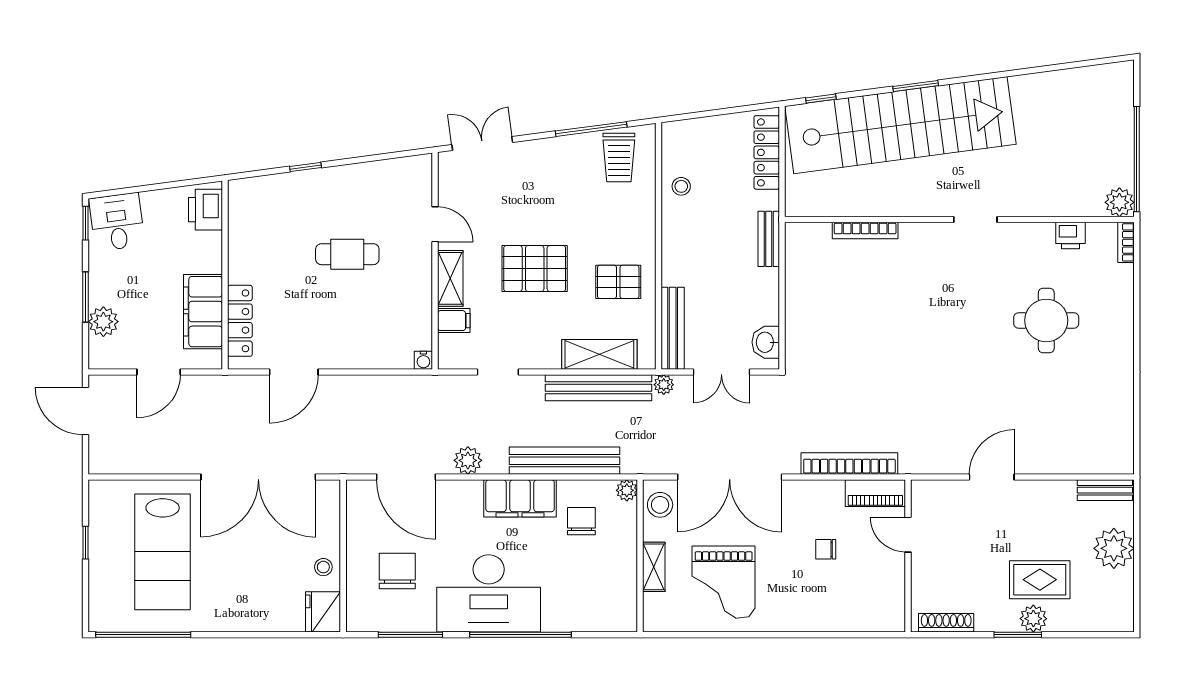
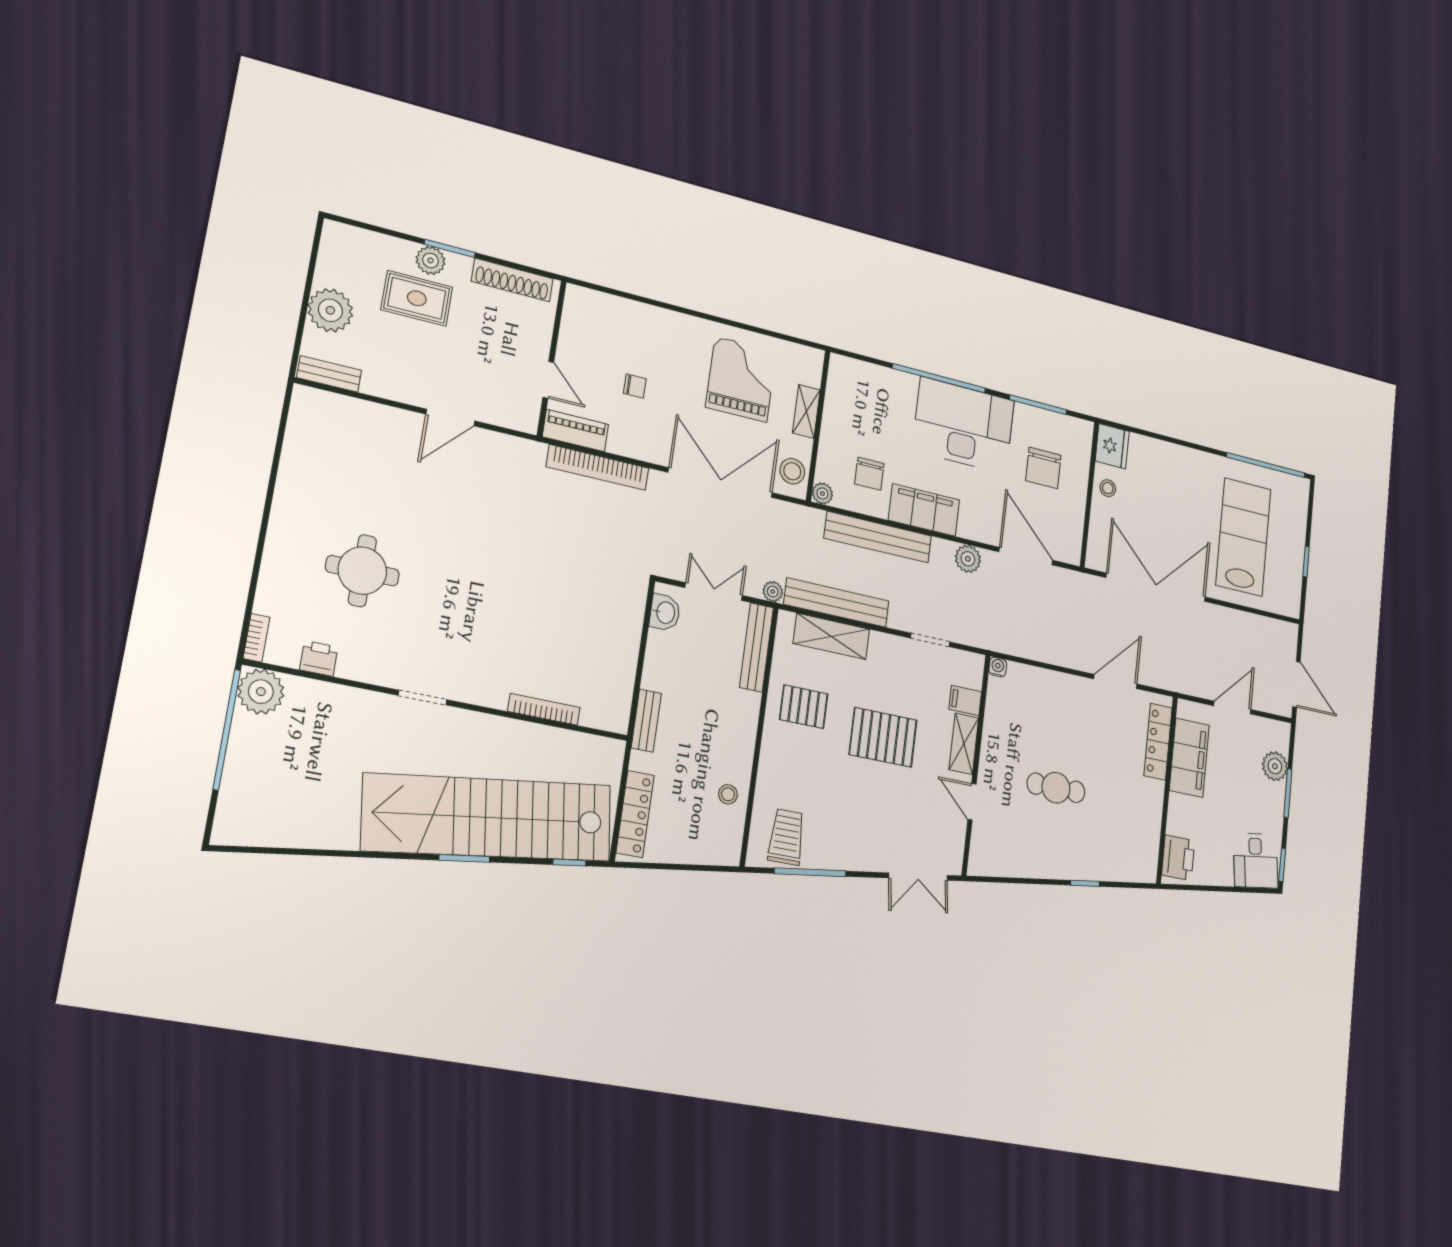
plant: (1119, 202) -> (261, 692), width x1.36, depth x1.36
shoe rack: (946, 623) -> (512, 280), width x1.36, depth x1.24

